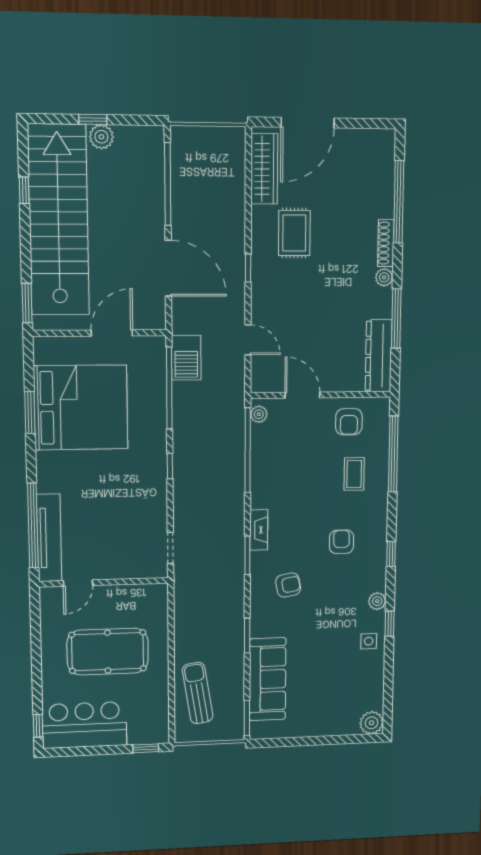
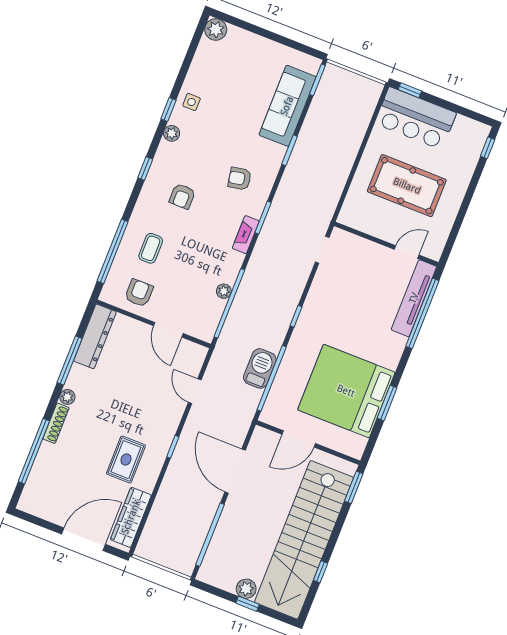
barbecue: (186, 358) -> (260, 369), moved
plant: (259, 414) -> (224, 291), moved
sun lounger: (198, 693) -> (349, 119), removed
bar counter: (85, 725) -> (416, 118), moved

